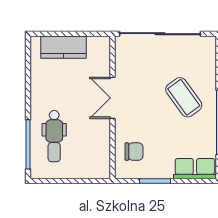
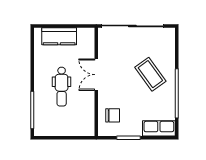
dental chair: (54, 136) -> (62, 87), moved

